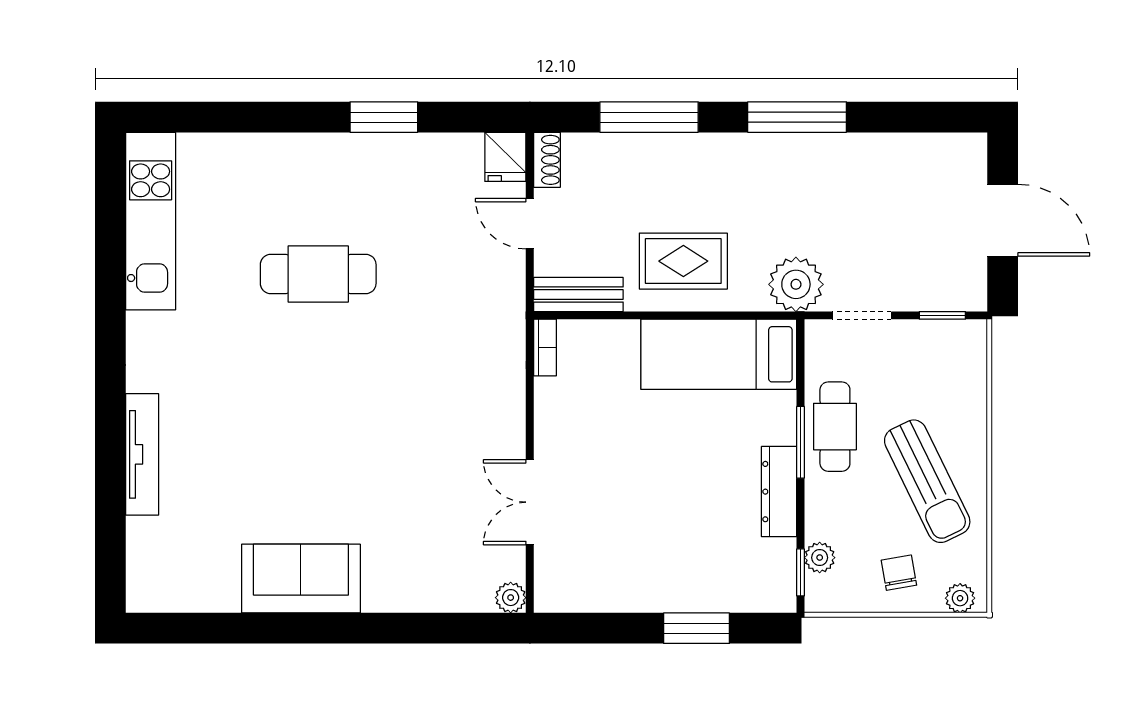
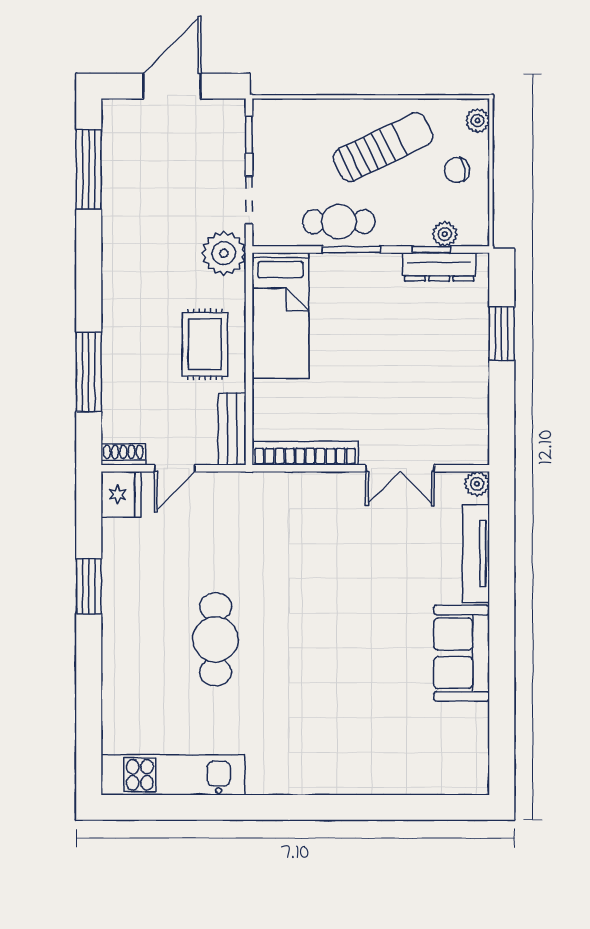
window: (797, 117) -> (89, 169), moved
fridge: (505, 157) -> (121, 494), width x1.38
bookcase: (545, 348) -> (305, 453), width x2.31, depth x1.31
tv unit: (142, 454) -> (476, 554), moved, turned -90
dresser: (779, 492) -> (439, 267), moved
window: (801, 572) -> (431, 249), moved

